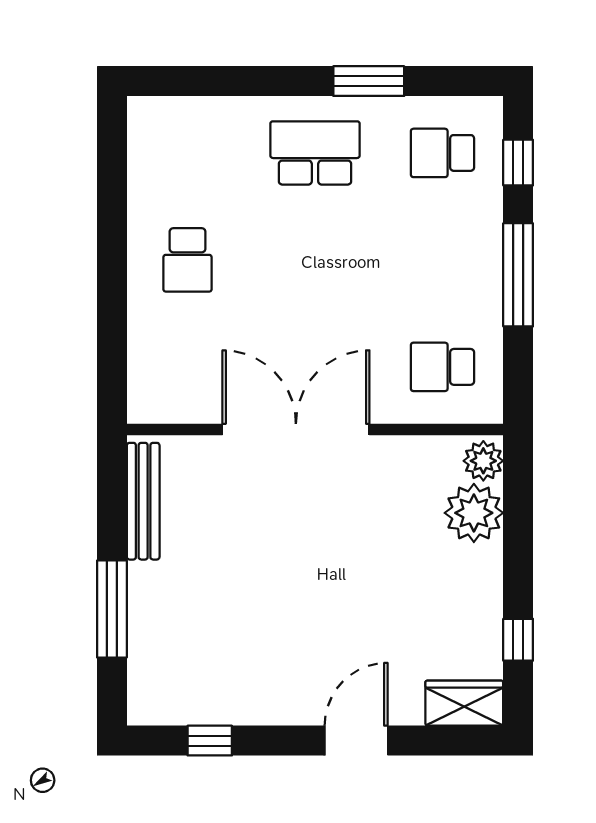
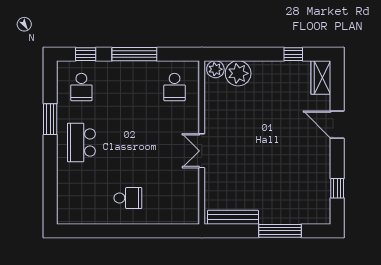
double door: (296, 429) -> (202, 151), width x0.54

